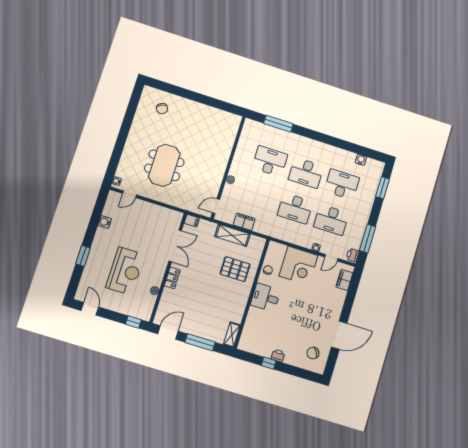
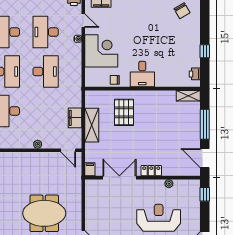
desk: (331, 220) -> (46, 32), turned 180
printer: (278, 356) -> (195, 74), moved

